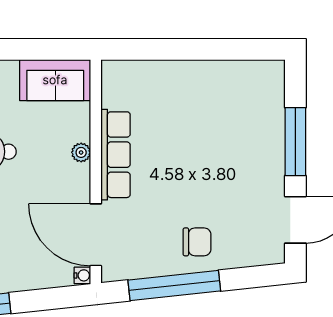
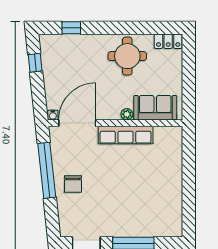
sofa: (55, 80) -> (155, 108), moved, turned 90

